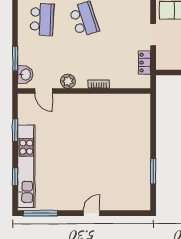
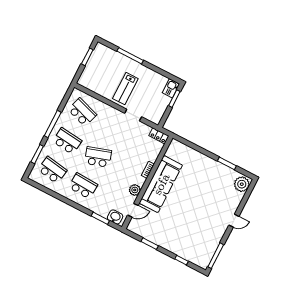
locker: (145, 63) -> (159, 136), moved
sofa: (90, 108) -> (161, 184), added
kitchen unit: (26, 166) -> (178, 249), removed
plant: (138, 201) -> (242, 184), added
door: (91, 213) -> (234, 221), swing flipped

